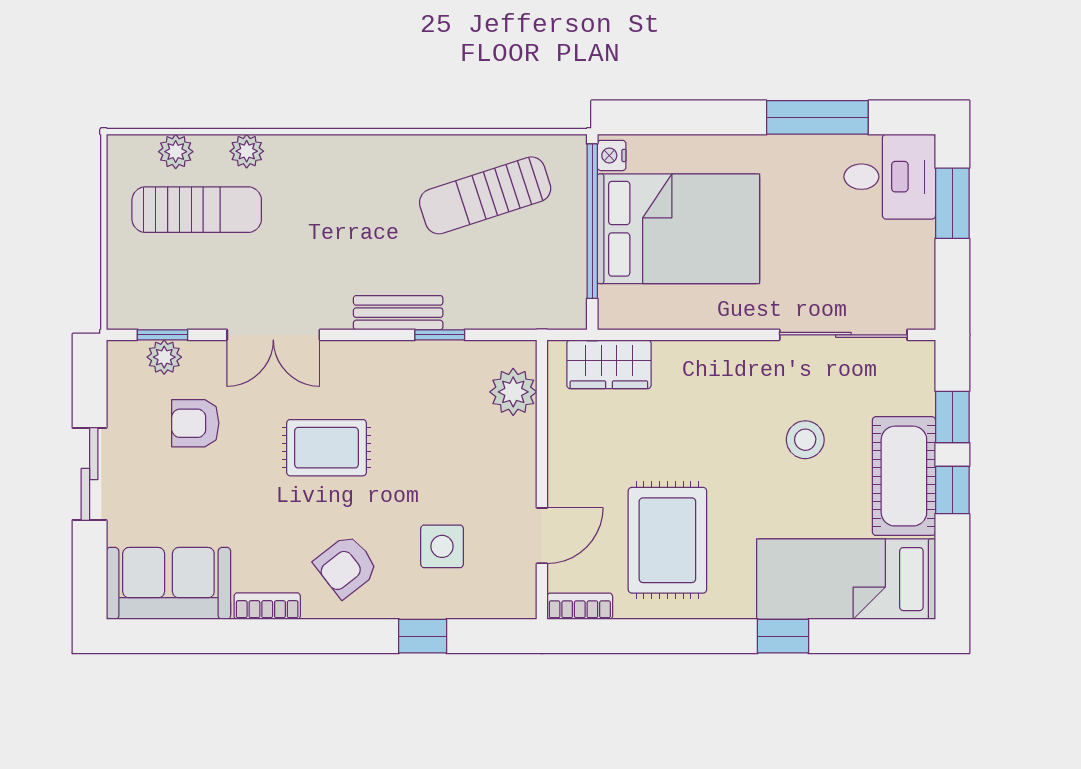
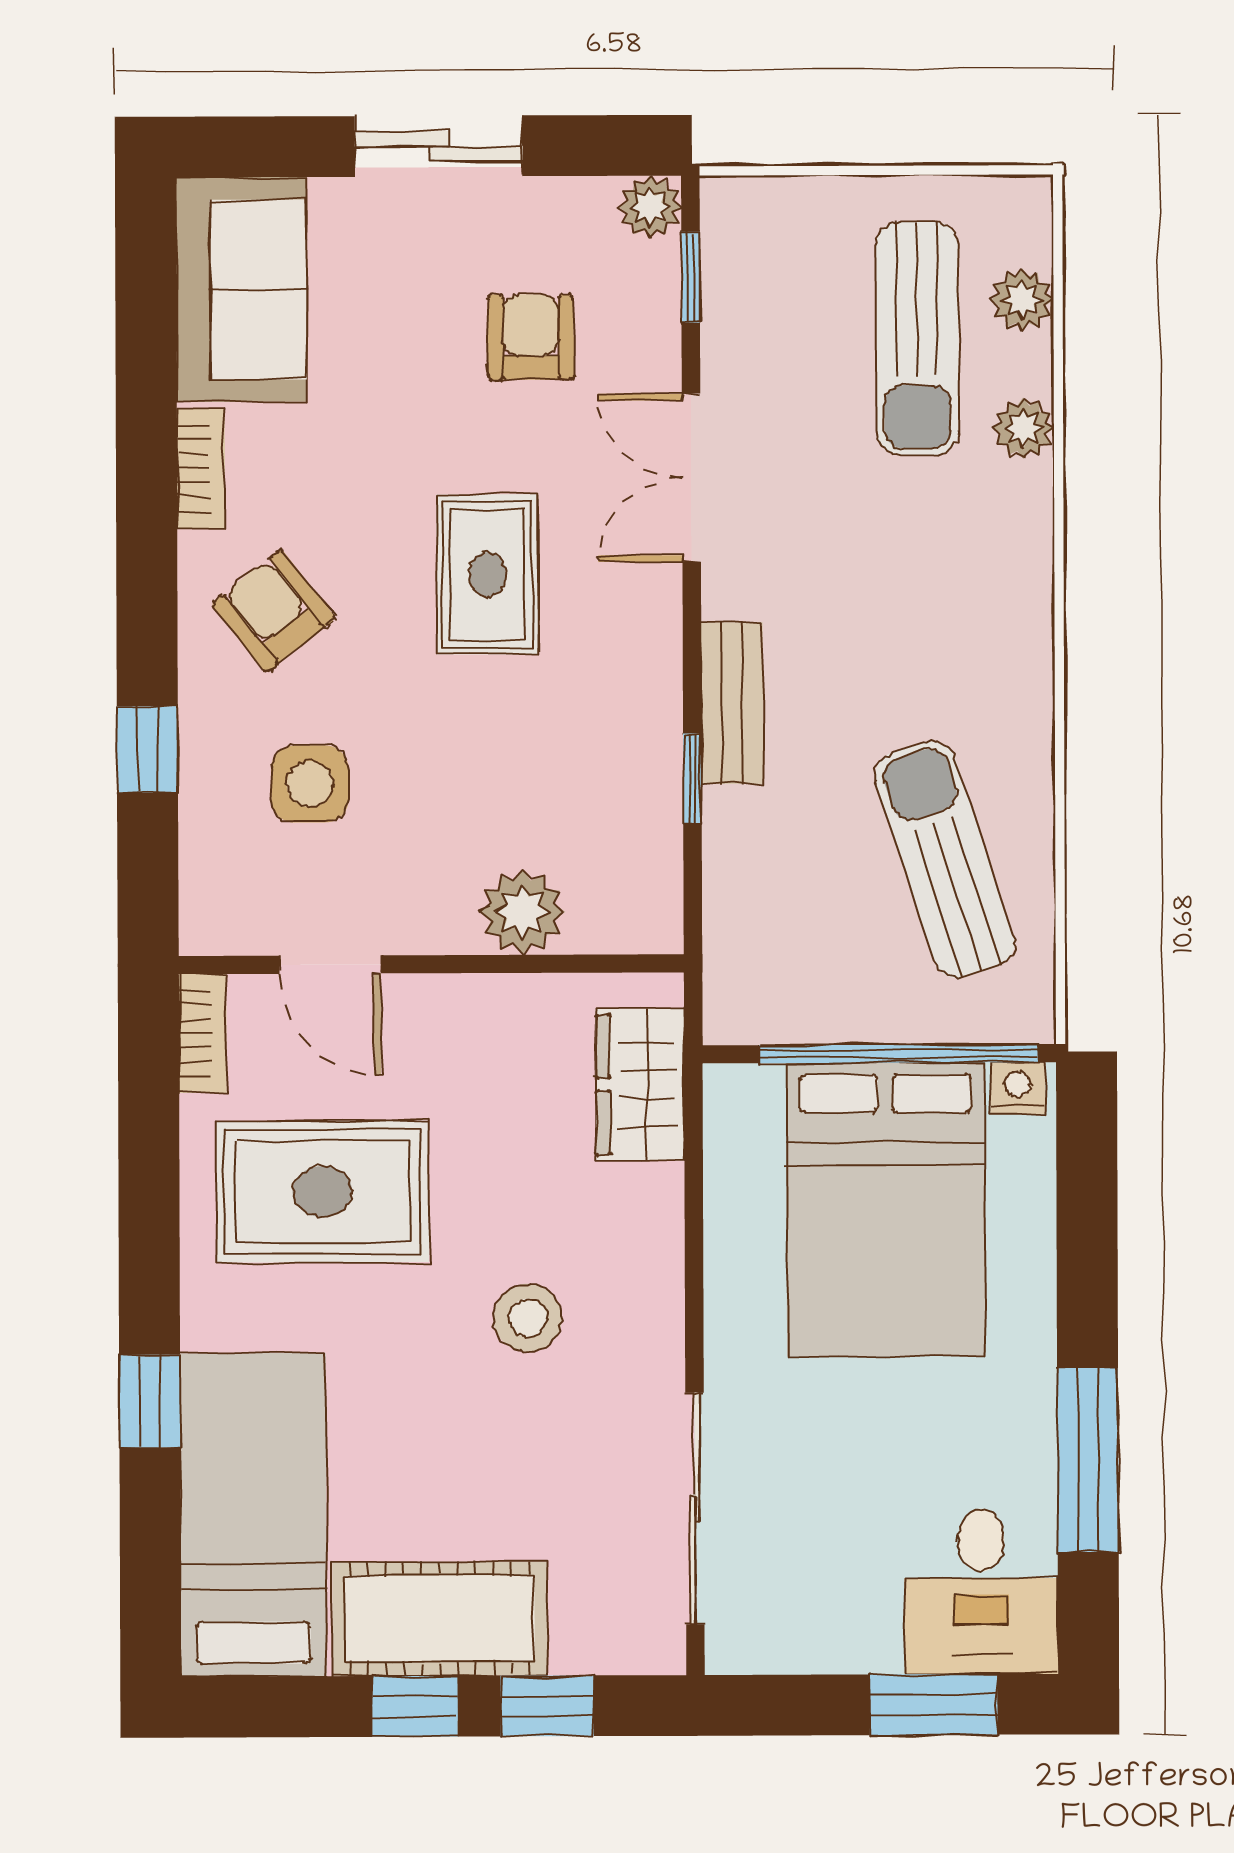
plant: (164, 357) -> (650, 207), moved
plant: (513, 392) -> (522, 912), moved
stool: (805, 440) -> (528, 1318), moved

